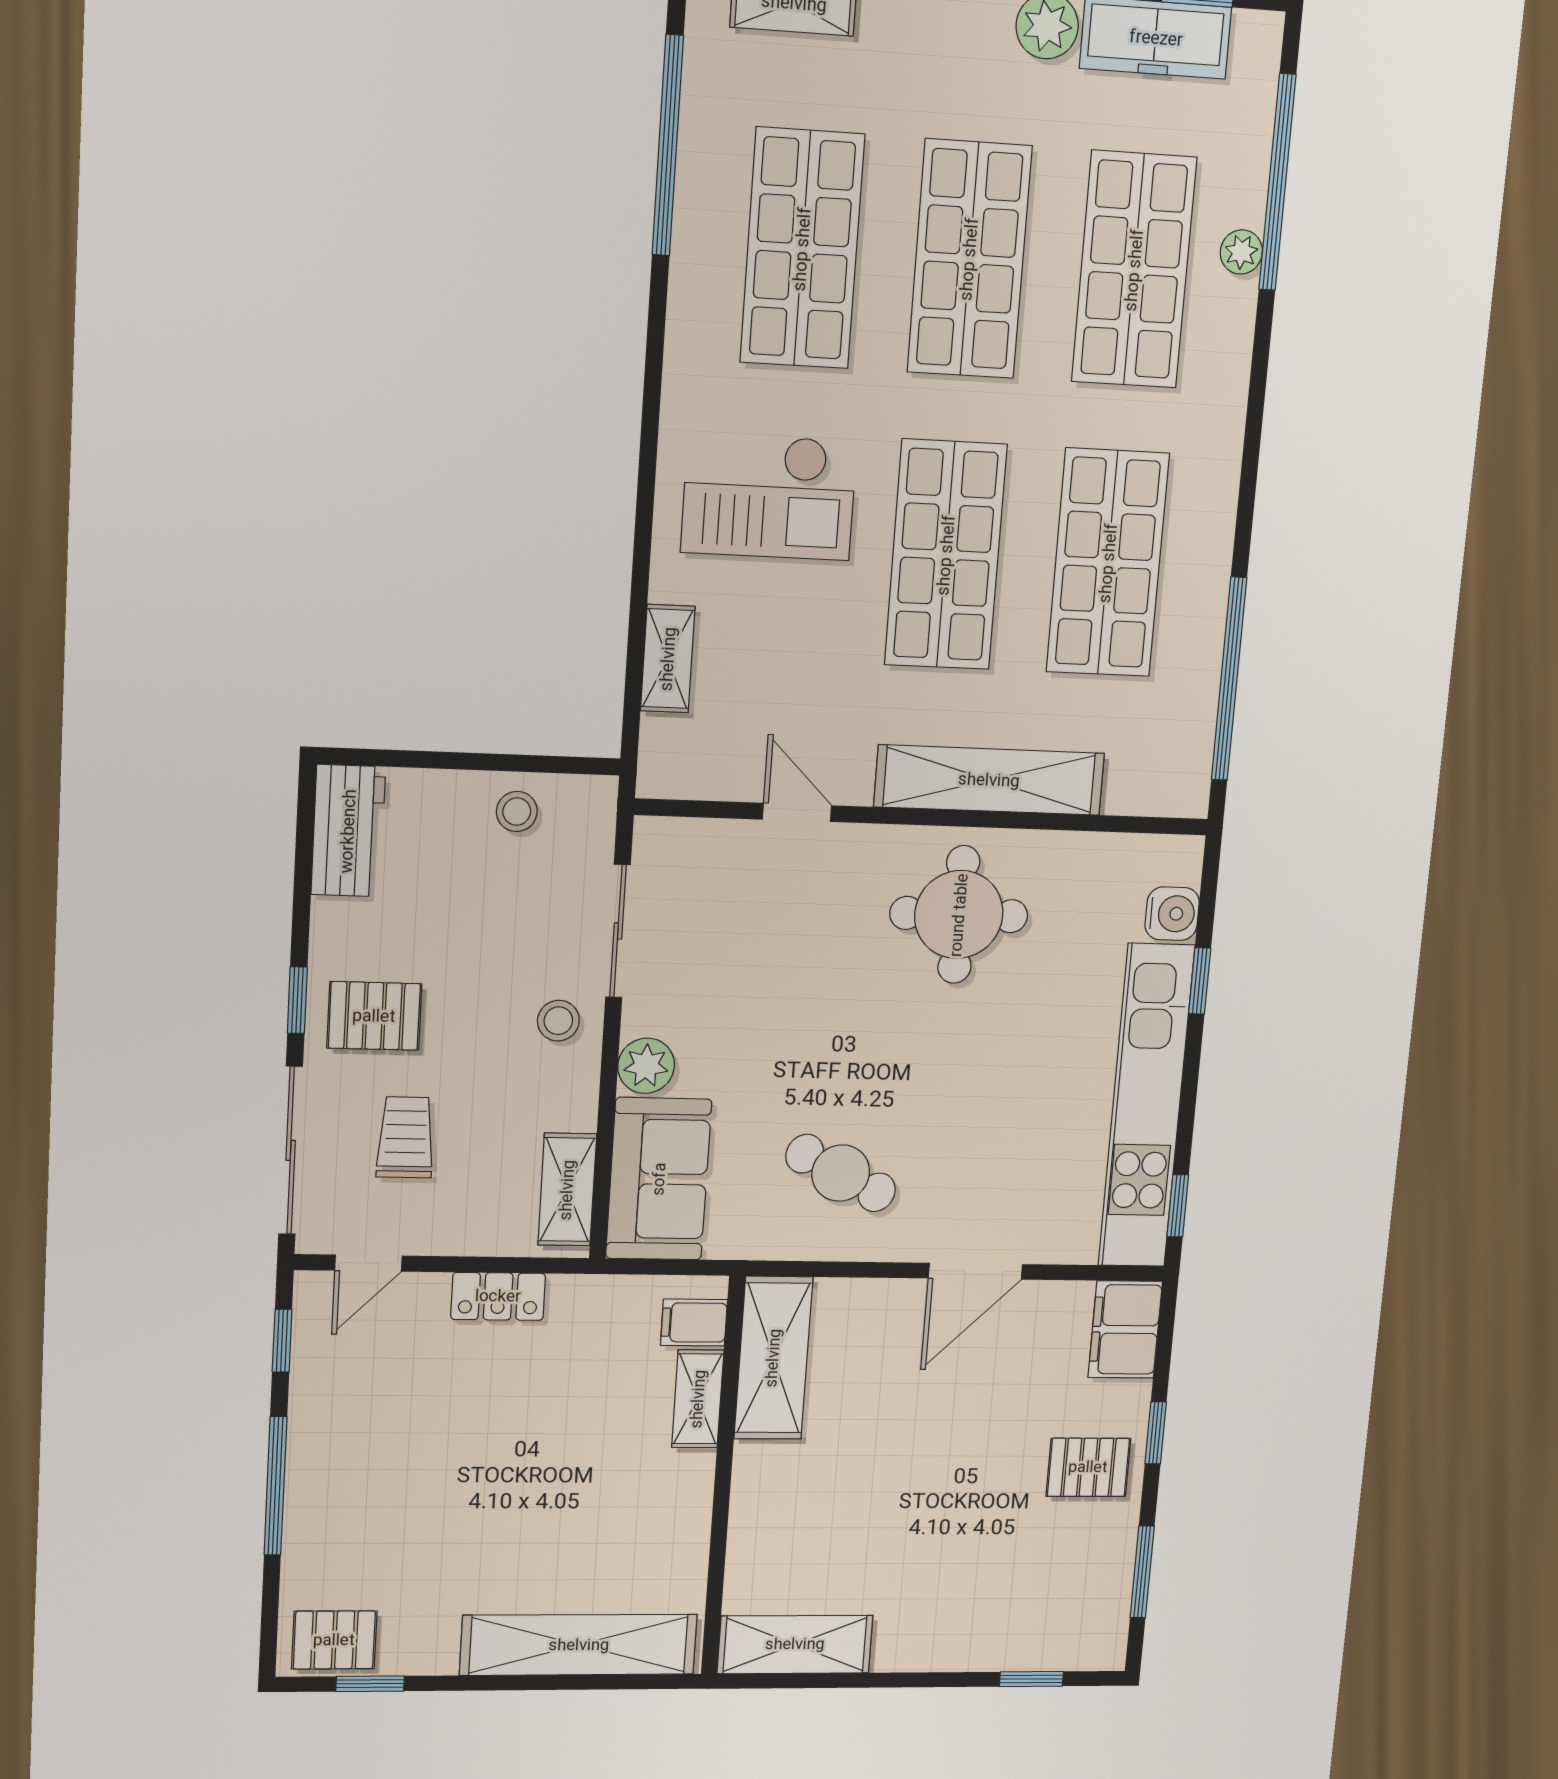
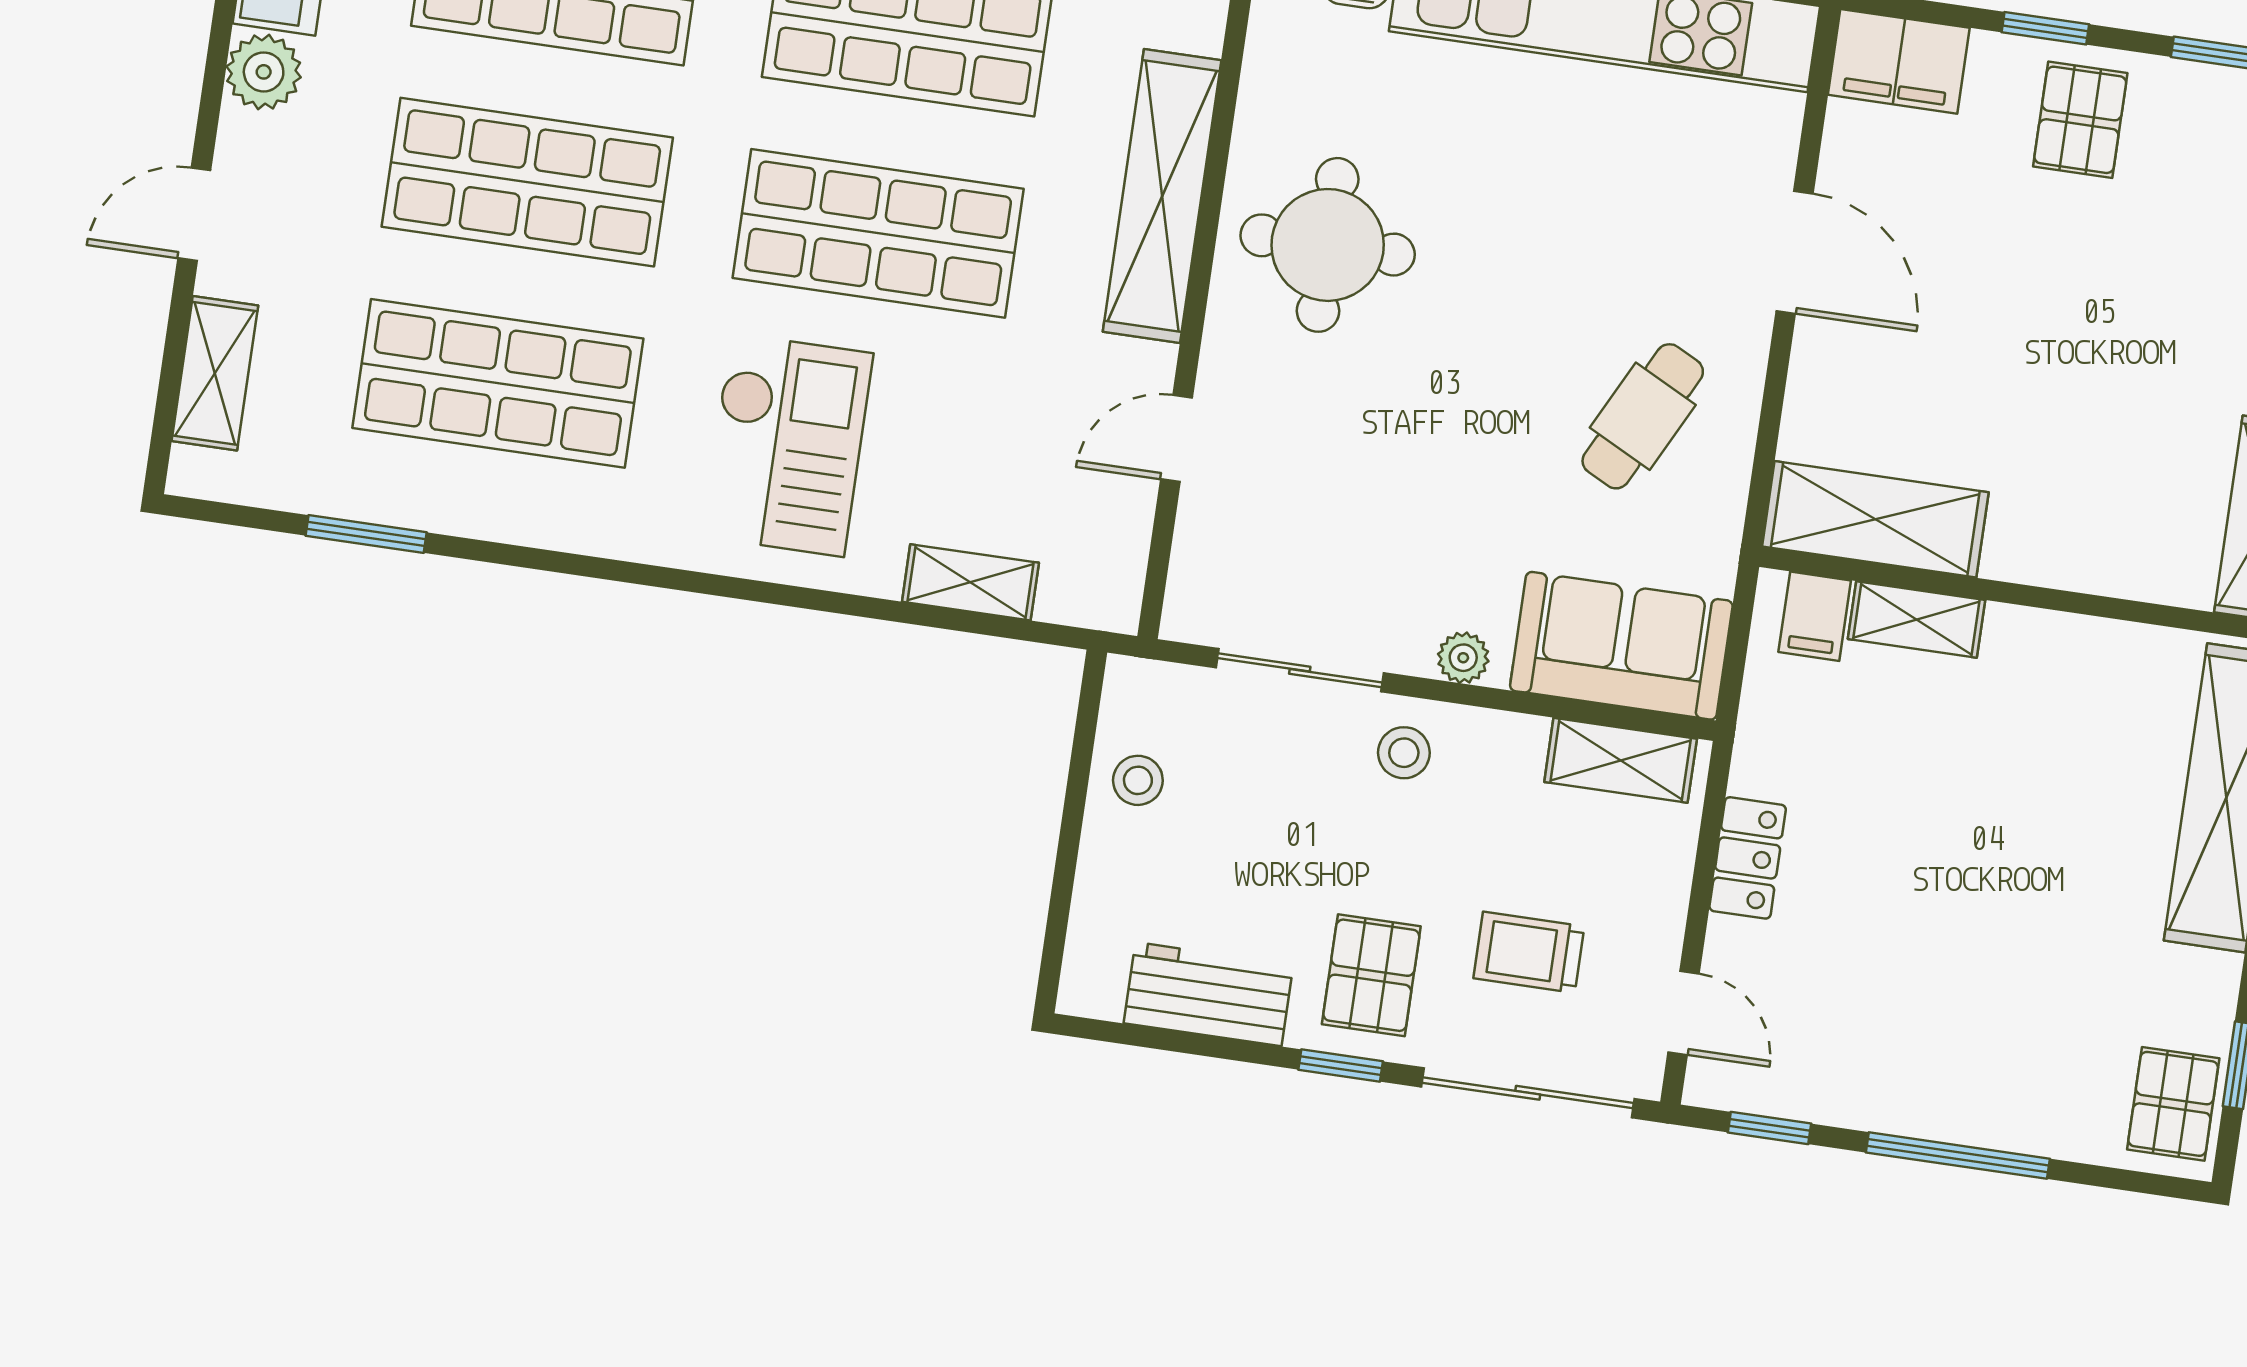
window: (668, 146) -> (366, 534), width x0.47
workbench: (348, 831) -> (1208, 994), moved
plant: (646, 1066) -> (1463, 658), width x0.73, depth x0.73

